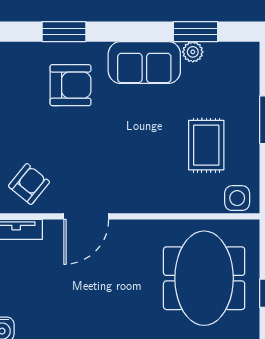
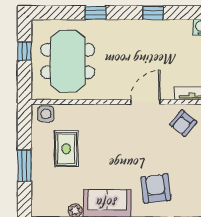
armchair: (71, 85) -> (156, 188), turned 83

